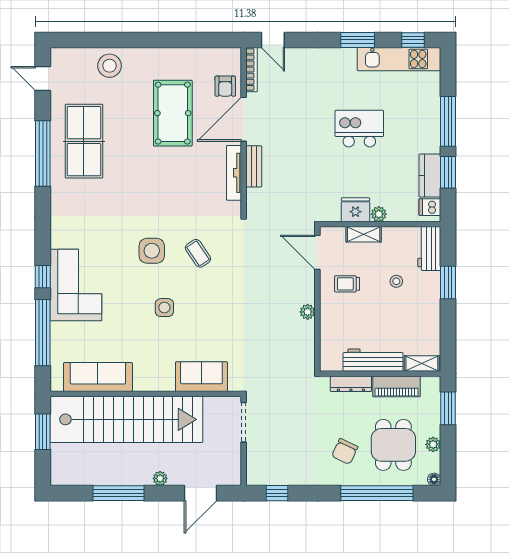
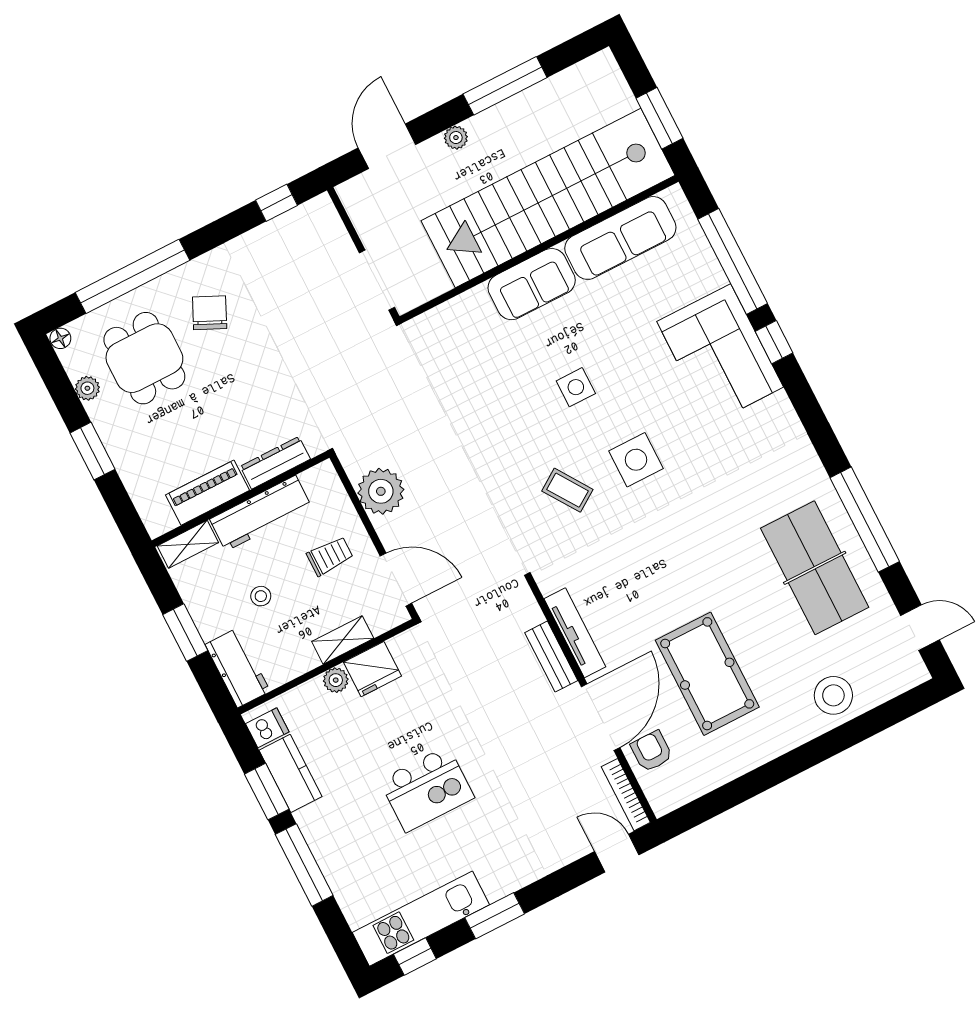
plant: (308, 312) -> (381, 491), width x1.87, depth x1.87
workbench: (373, 360) -> (261, 513), moved
shelving: (422, 364) -> (188, 544), moved
wall: (380, 374) -> (241, 499), moved
sofa: (201, 377) -> (532, 284), moved
dresser: (351, 384) -> (275, 463), moved
piano: (397, 386) -> (208, 493), moved

